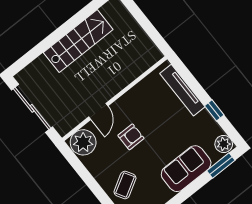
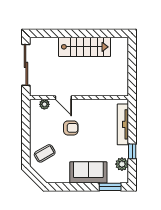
door: (98, 111) -> (63, 98), hinge flipped
plant: (83, 142) -> (44, 104), width x0.53, depth x0.53
plant: (224, 144) -> (122, 164), moved

